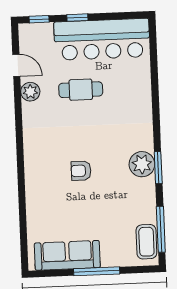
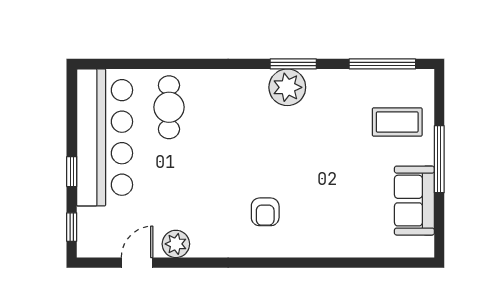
cafe table: (81, 90) -> (169, 107), moved
armchair: (81, 171) -> (265, 212), moved
coffee table: (146, 242) -> (397, 122), moved
sofa: (67, 255) -> (414, 201), width x0.73

